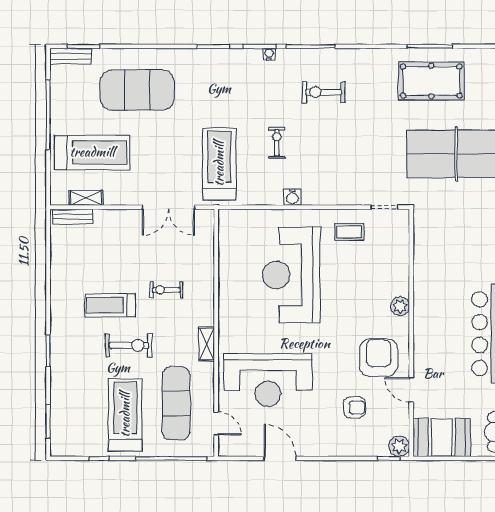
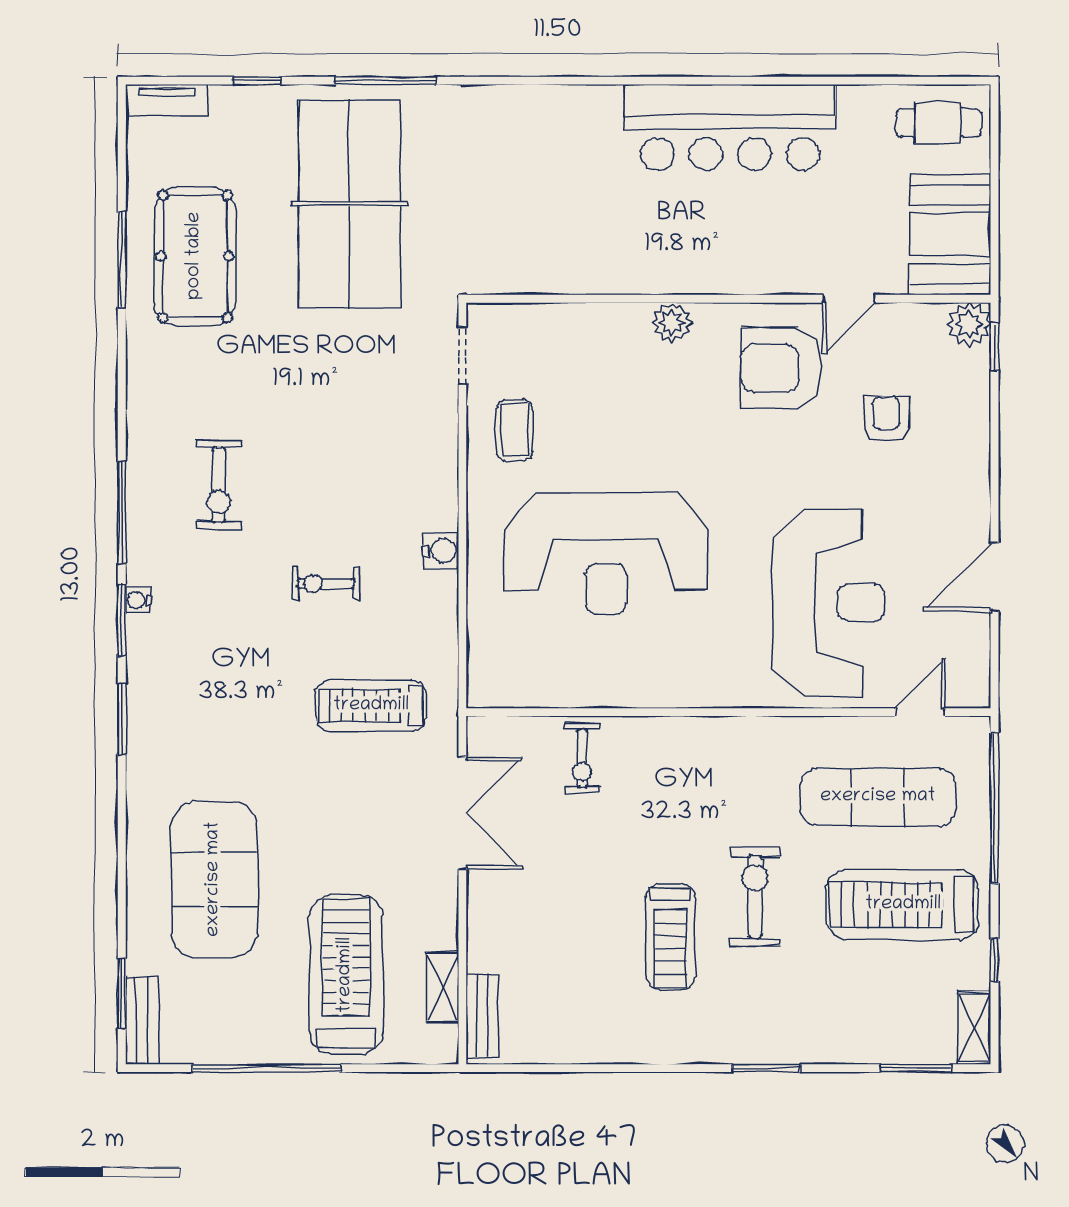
treadmill: (219, 164) -> (371, 706), width x0.73, depth x0.73
exercise bike: (166, 290) -> (582, 758), moved
shelving: (207, 344) -> (974, 1028), moved, turned 90

